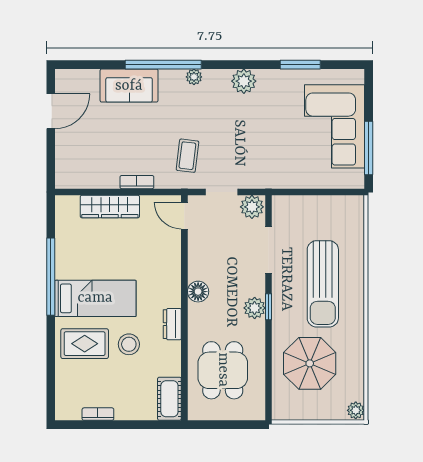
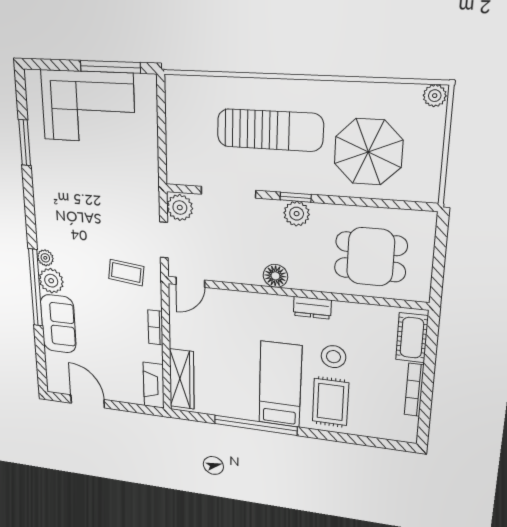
plant: (244, 81) -> (51, 281), moved
fireplace: (78, 179) -> (154, 385), added
wardrobe: (110, 207) -> (182, 379), moved
cot: (169, 399) -> (412, 338), moved, turned 90
bookcase: (98, 414) -> (414, 390), width x1.56

